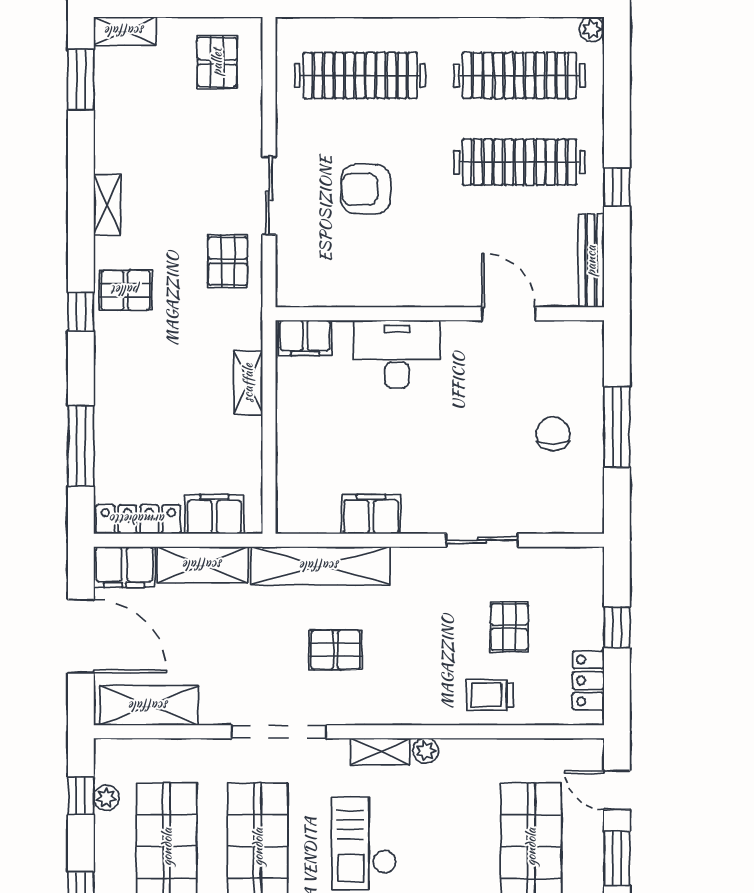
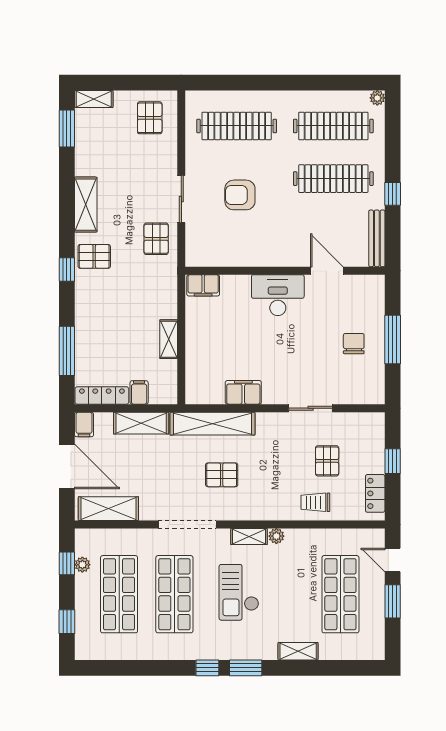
shelving: (107, 205) -> (86, 205), width x1.50, depth x1.33
desk: (397, 354) -> (278, 295), moved
shelving: (248, 383) -> (169, 339), moved
filing cabinet: (214, 514) -> (139, 392), width x0.50
filing cabinet: (124, 567) -> (84, 425), width x0.50

